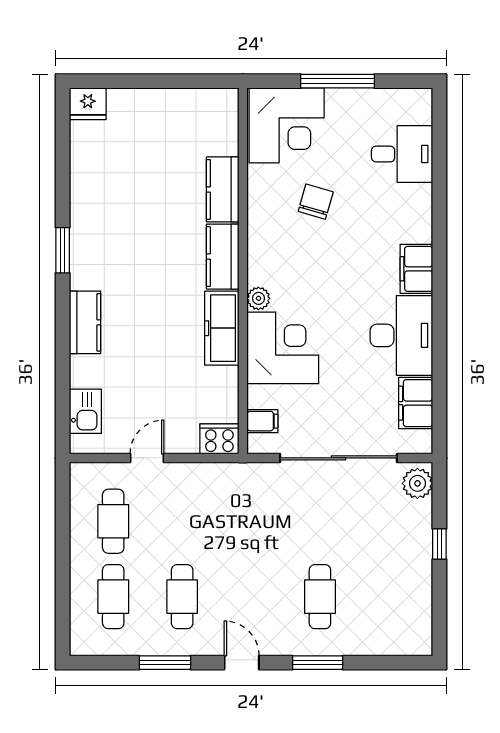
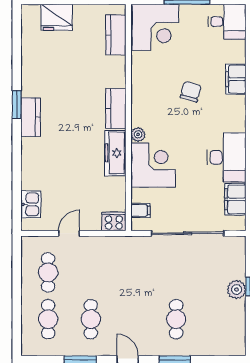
fridge: (88, 104) -> (57, 17), moved, width x1.36, depth x1.34
desk: (402, 154) -> (227, 22), moved
kitchen counter: (223, 189) -> (116, 35), moved
chair: (316, 202) -> (191, 92), moved
filing cabinet: (416, 269) -> (236, 79), moved
kitchen counter: (85, 322) -> (31, 117), moved
plant: (417, 483) -> (237, 290), moved

